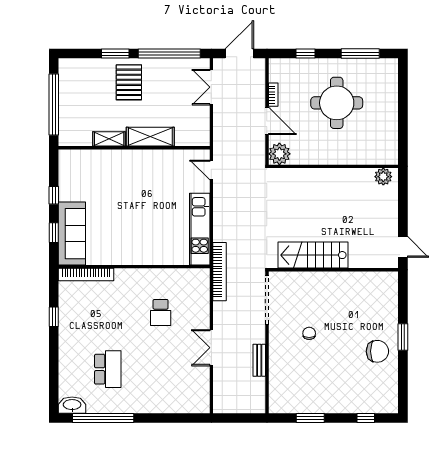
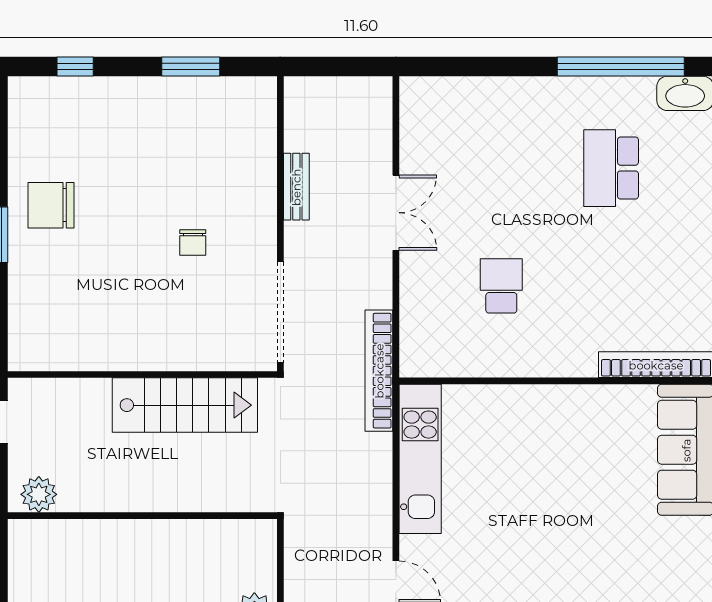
wall: (333, 166) -> (142, 516), moved
plant: (383, 177) -> (39, 494), moved

